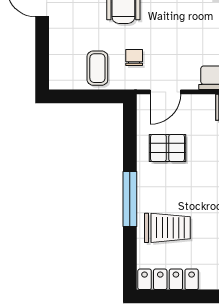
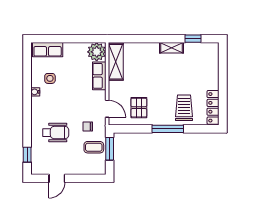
window: (95, 96) -> (110, 149), added

